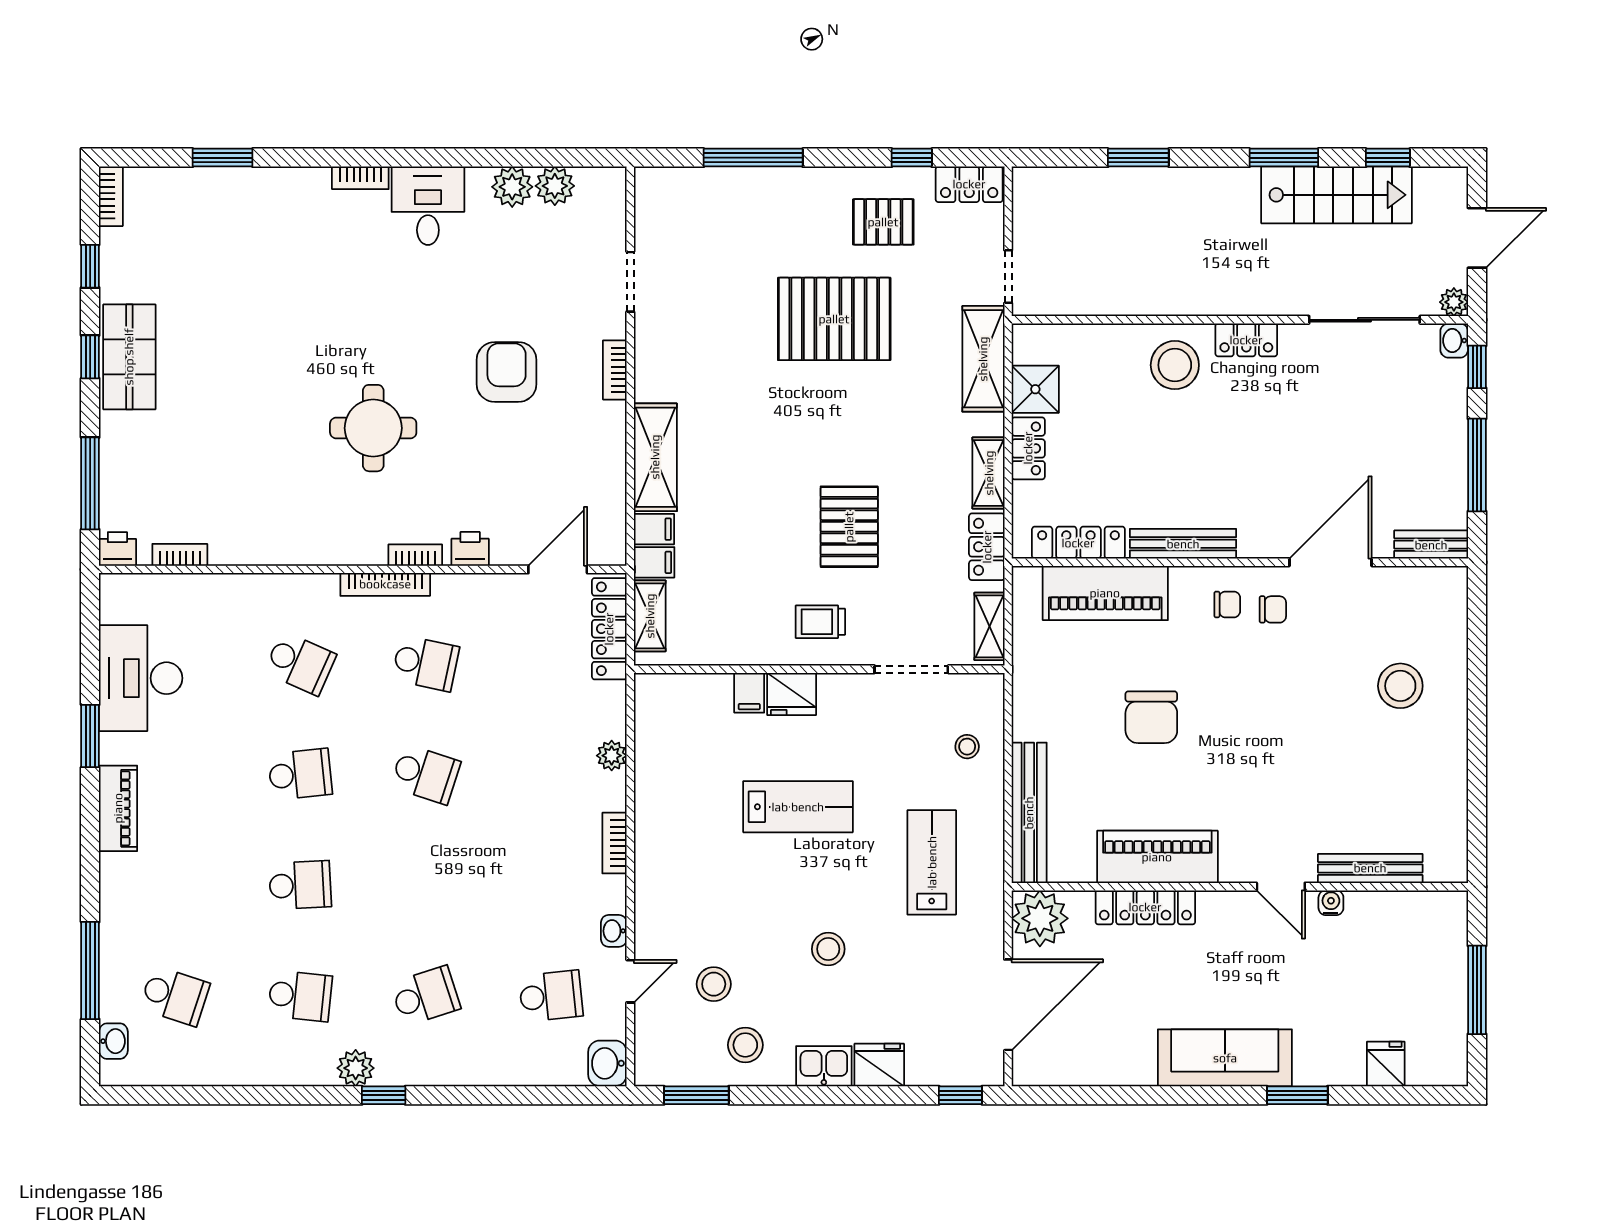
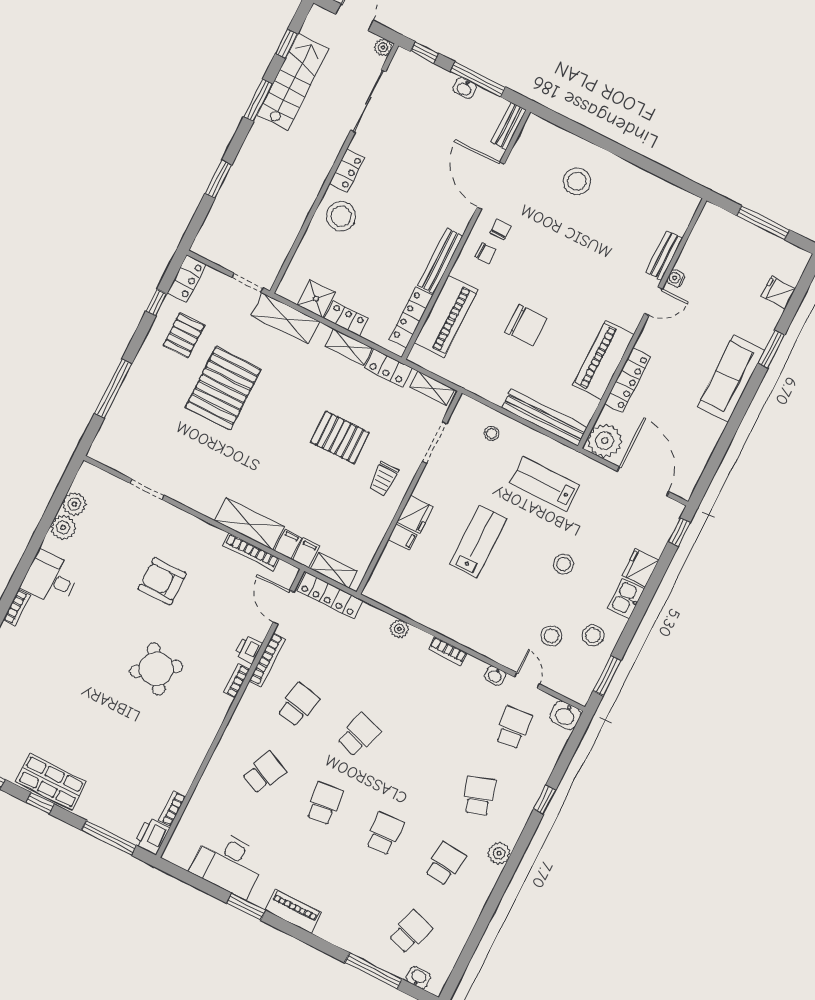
washbasin: (1454, 341) -> (464, 88), moved
bookcase: (615, 370) -> (251, 552), moved, width x1.56
round table: (373, 428) -> (156, 669), turned -34
printer: (117, 549) -> (152, 836), width x1.36, depth x1.24
bookcase: (385, 584) -> (267, 660), moved
chair: (1227, 604) -> (485, 253), turned 90
bench: (1370, 868) -> (664, 255), width x0.73
window: (384, 1095) -> (545, 800), moved

